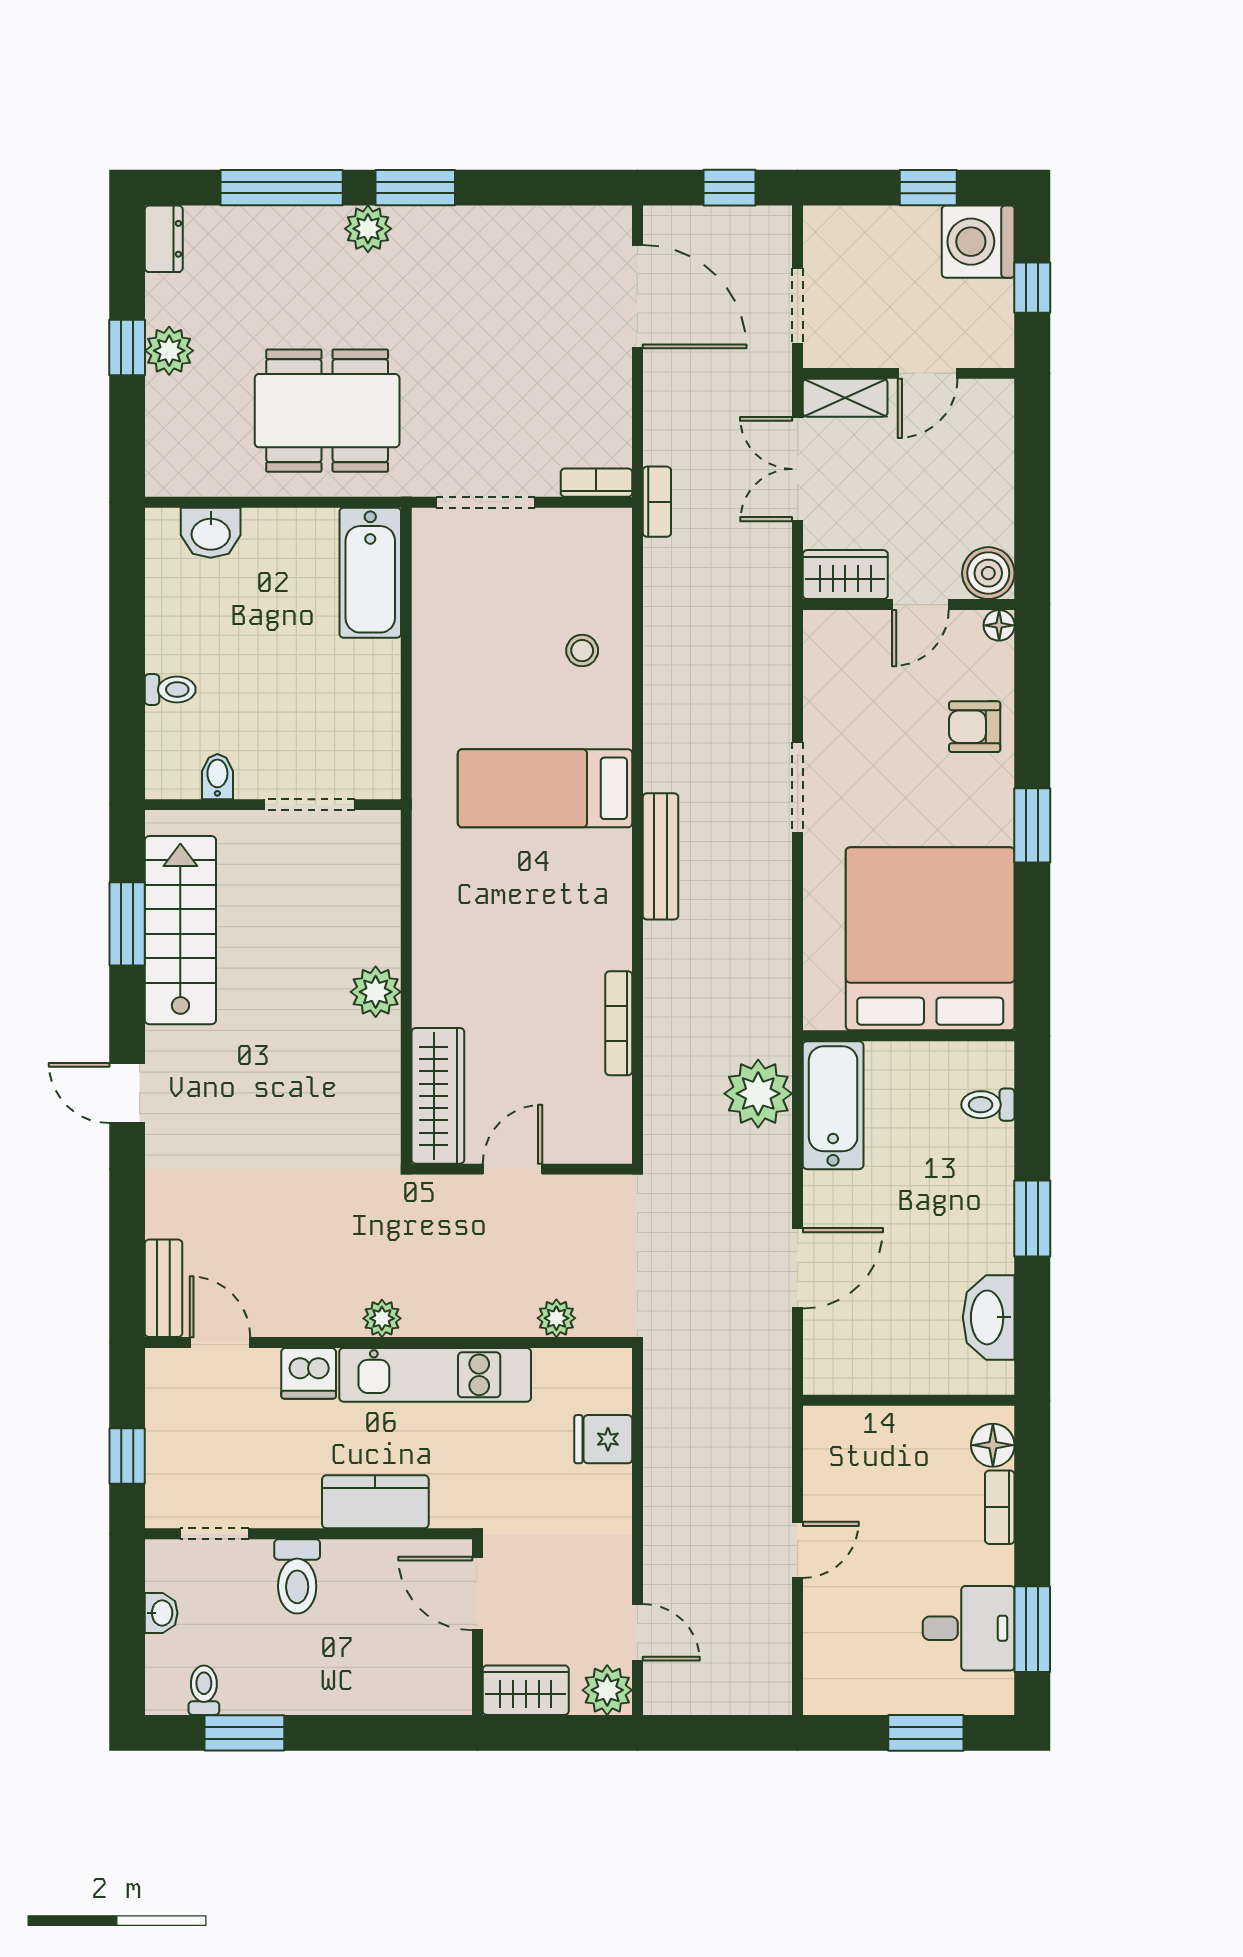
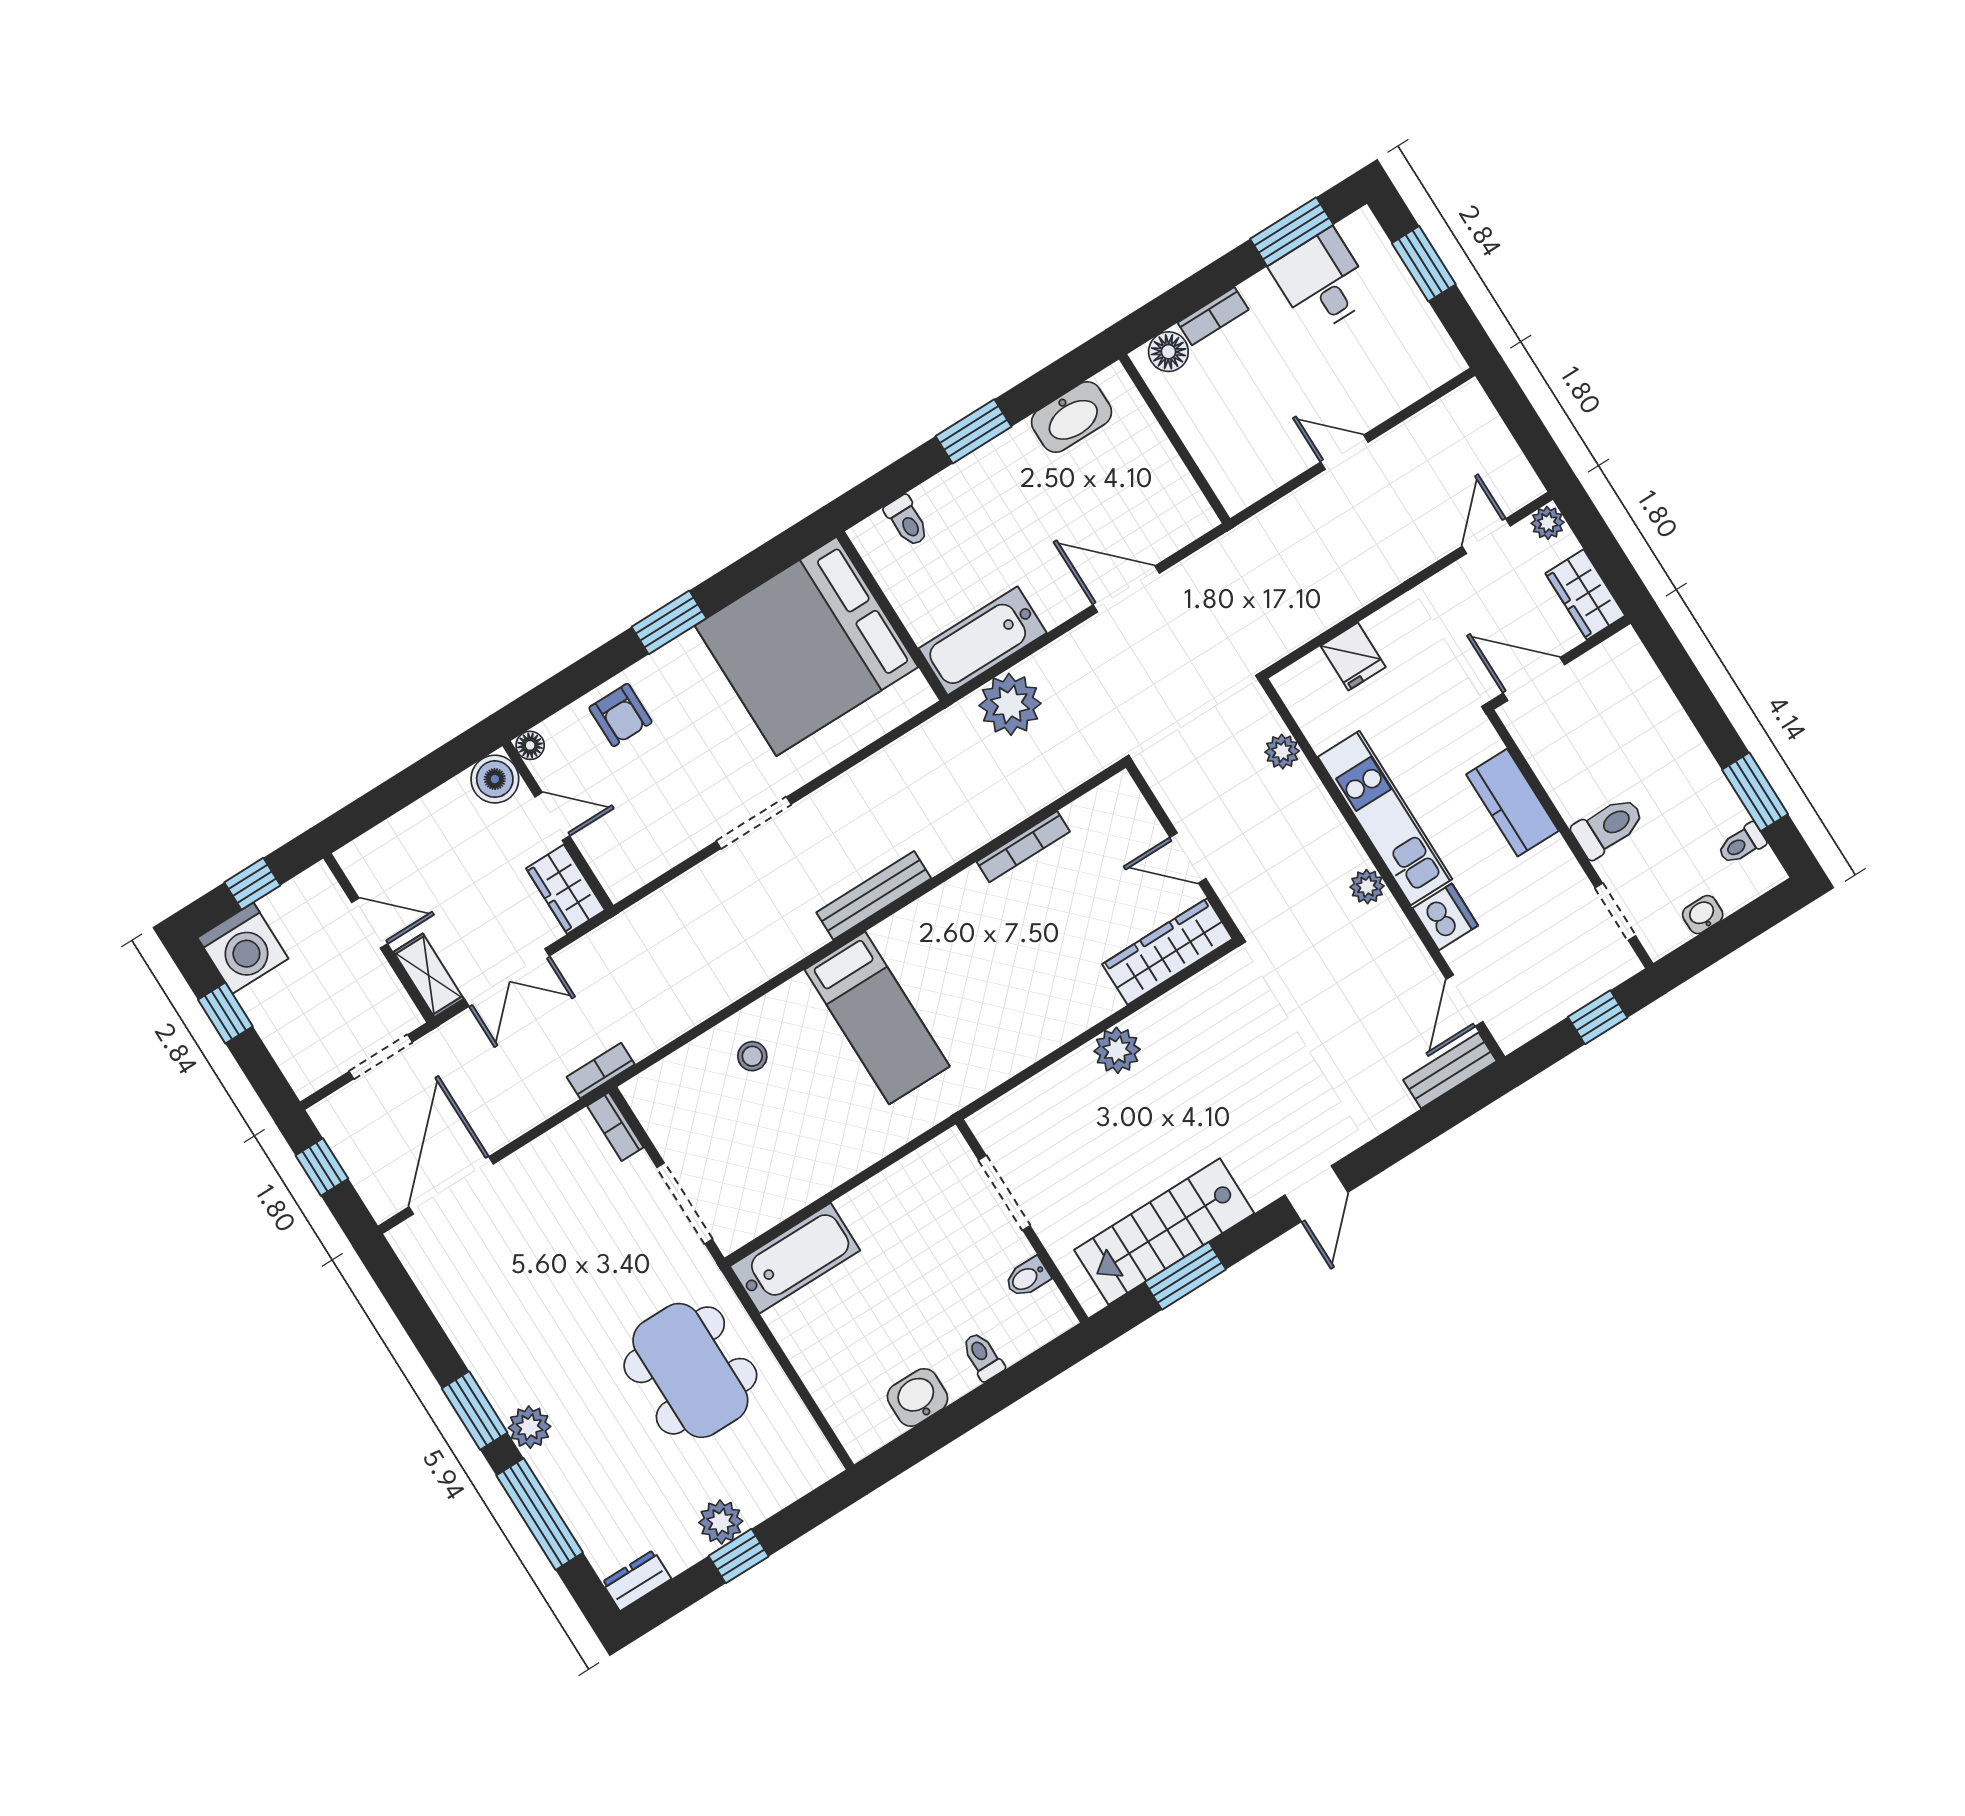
washbasin: (211, 533) -> (918, 1397), moved, turned -90
door: (477, 1594) -> (1534, 679), swing flipped
plant: (607, 1690) -> (1548, 523), width x0.73, depth x0.73

